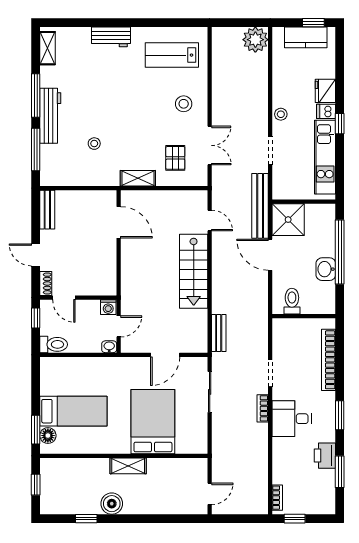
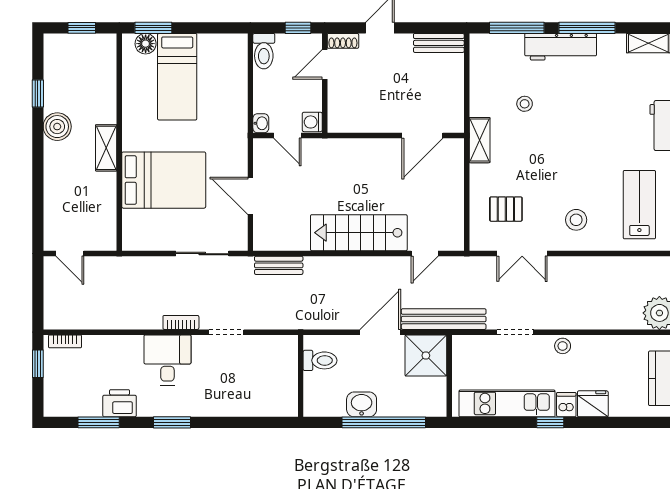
shelving: (138, 178) -> (480, 140), moved
bookcase: (328, 360) -> (244, 408), removed

